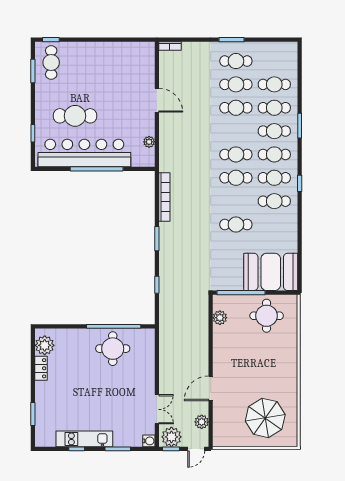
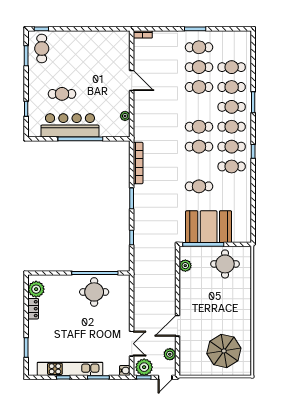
cafe table: (75, 116) -> (62, 94), width x0.73, depth x0.74
bar counter: (84, 153) -> (70, 125), width x0.73
booth: (271, 272) -> (209, 227), moved
kitchen unit: (84, 439) -> (70, 369), width x1.36

